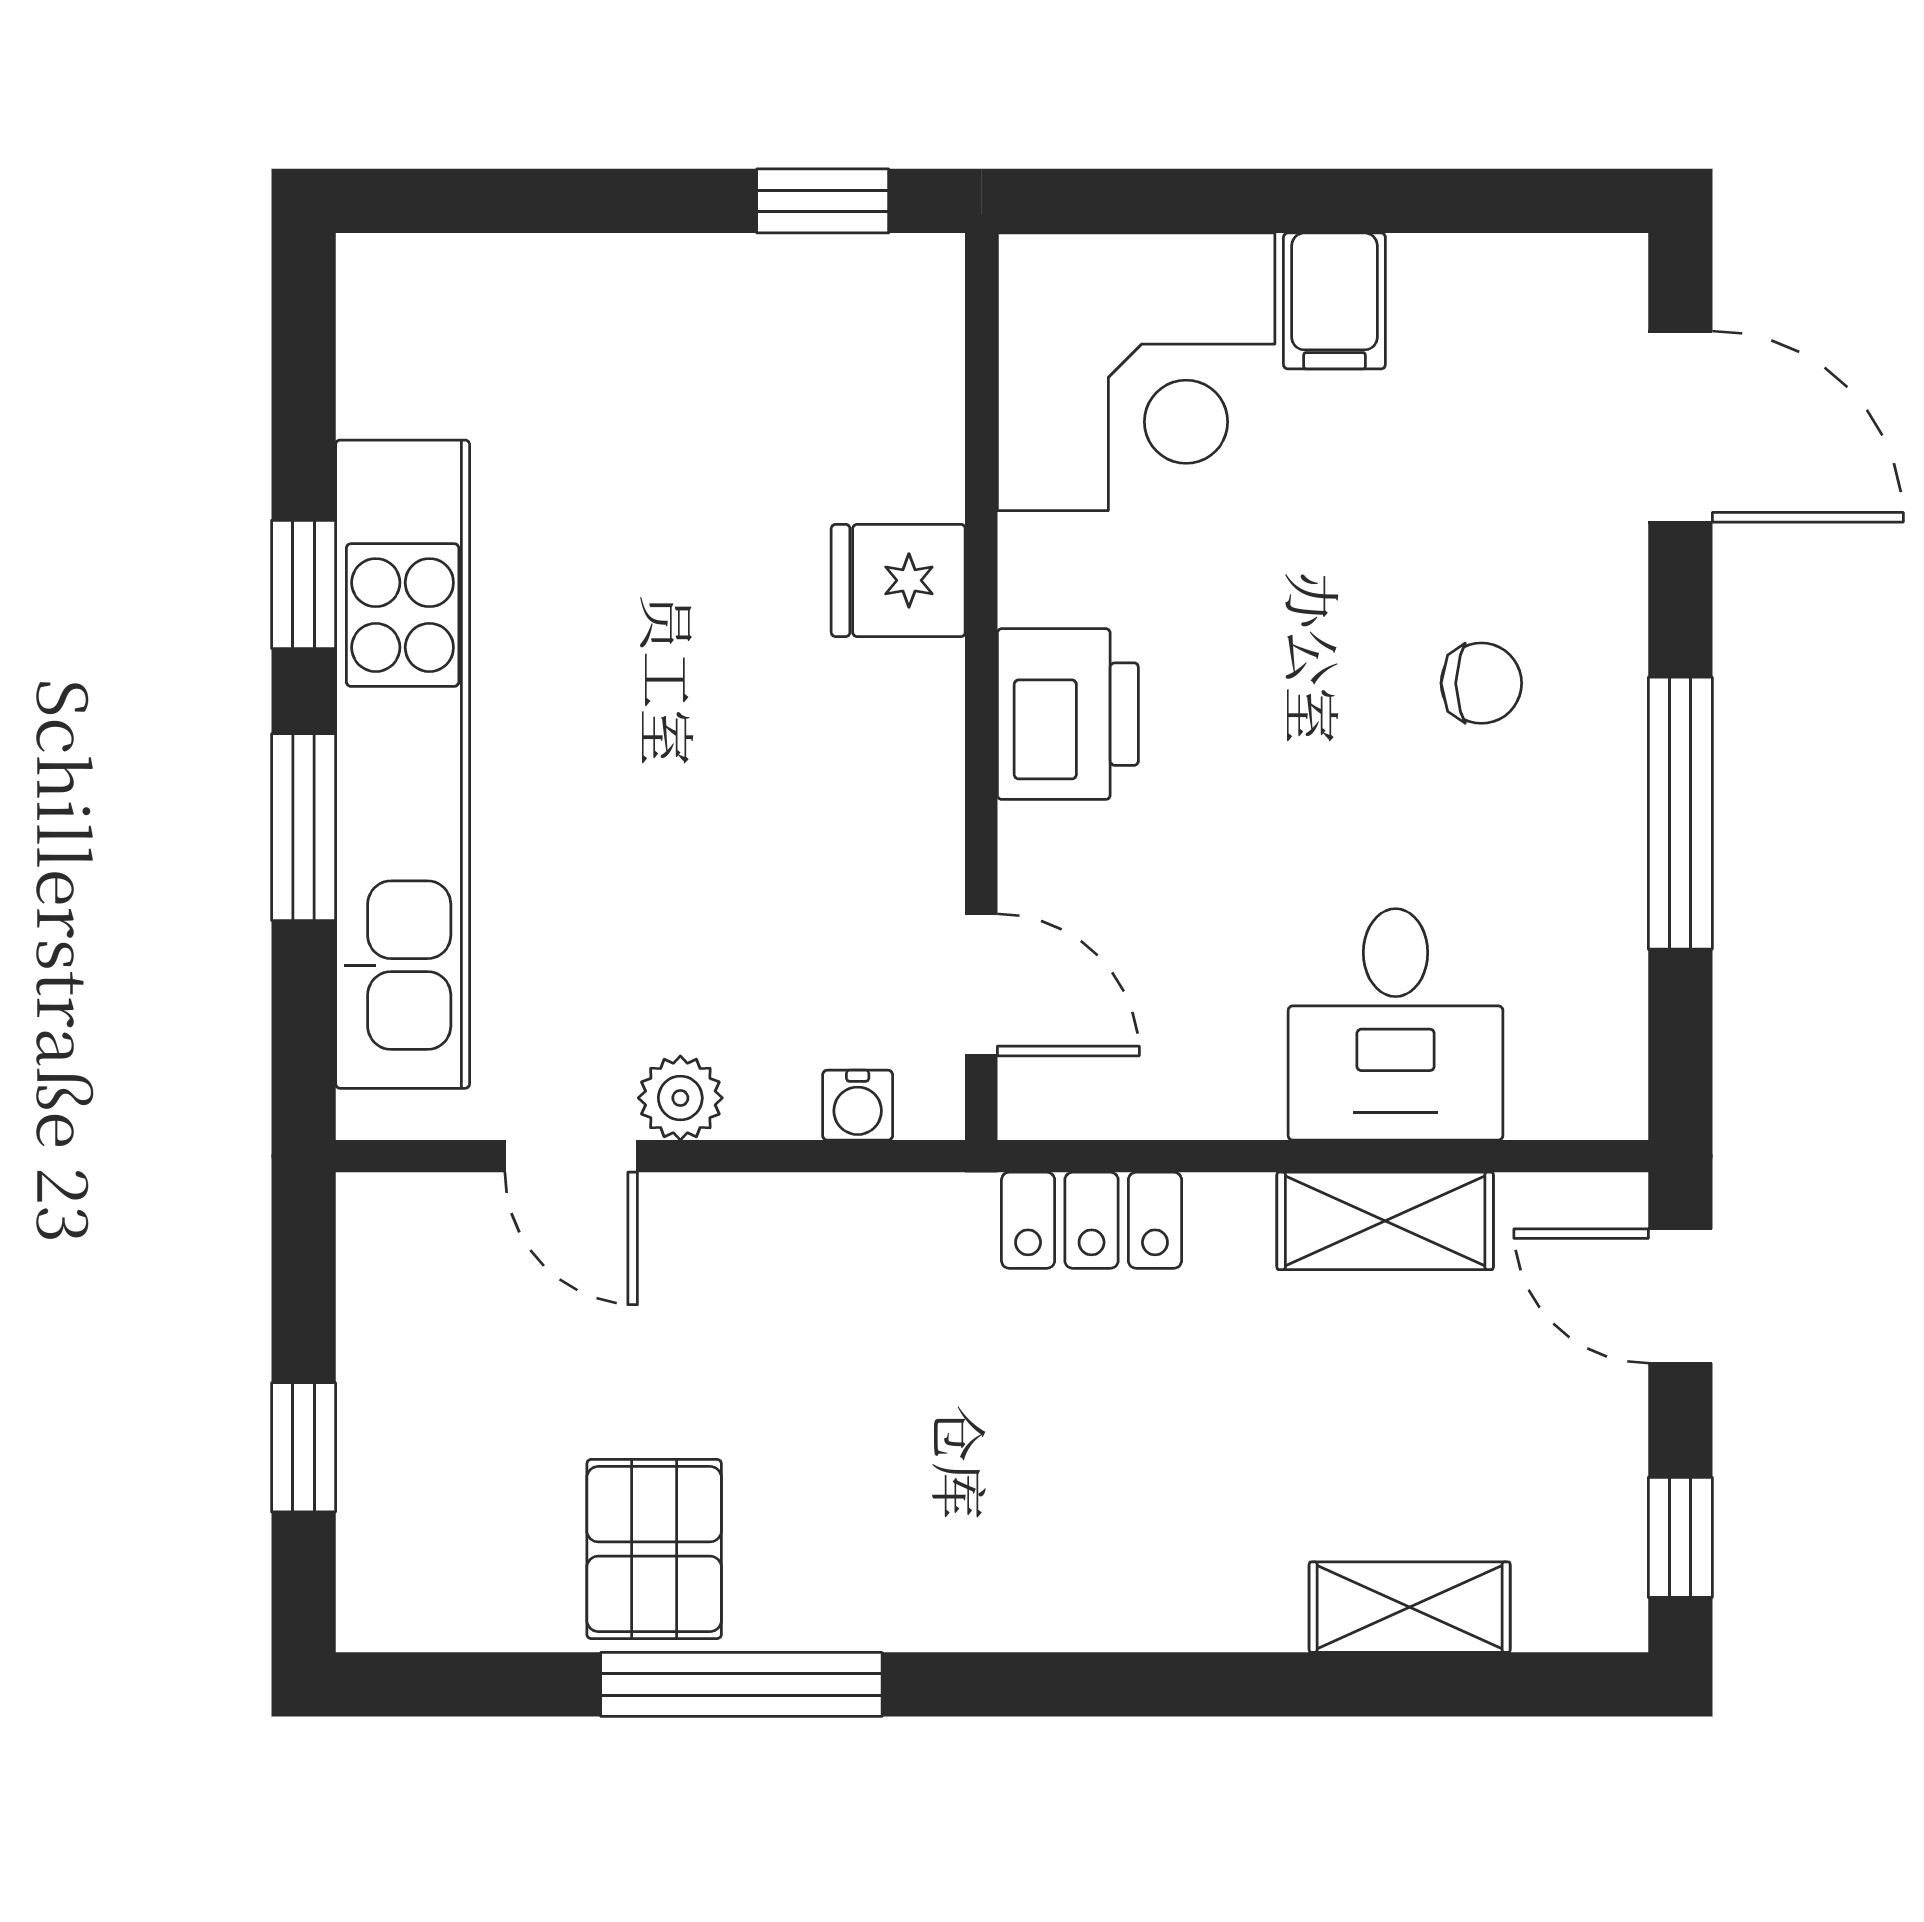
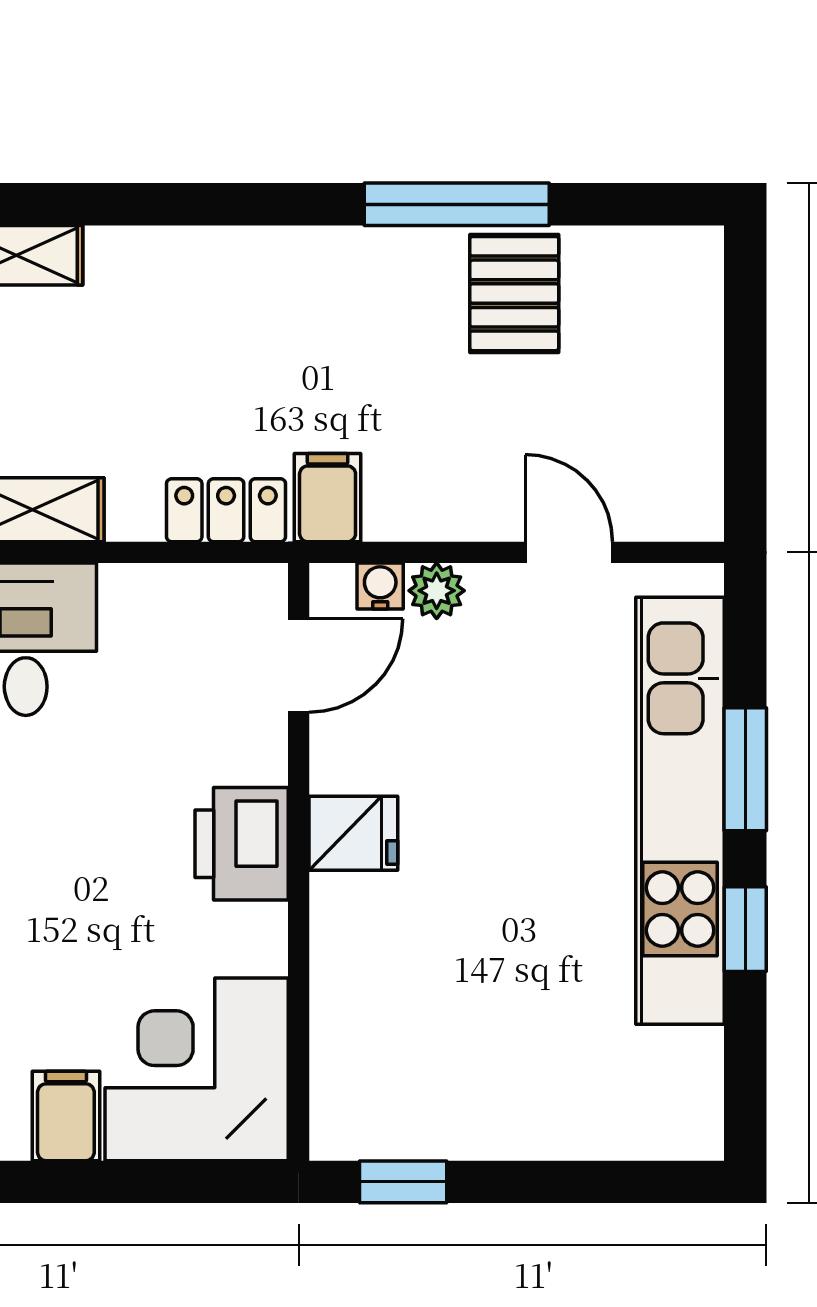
fridge: (898, 580) -> (353, 833), moved
door: (981, 985) -> (299, 665), swing flipped
plant: (680, 1098) -> (437, 591), moved
filing cabinet: (937, 1239) -> (328, 498), added
window: (304, 1447) -> (745, 361), removed

